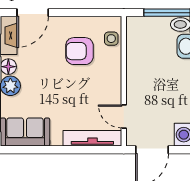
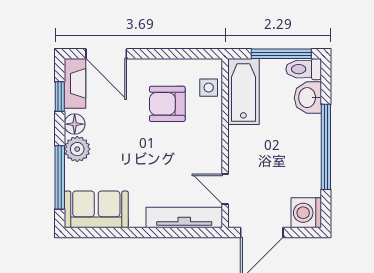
door: (33, 13) -> (106, 54), hinge flipped
bathtub: (138, 42) -> (243, 92), added

